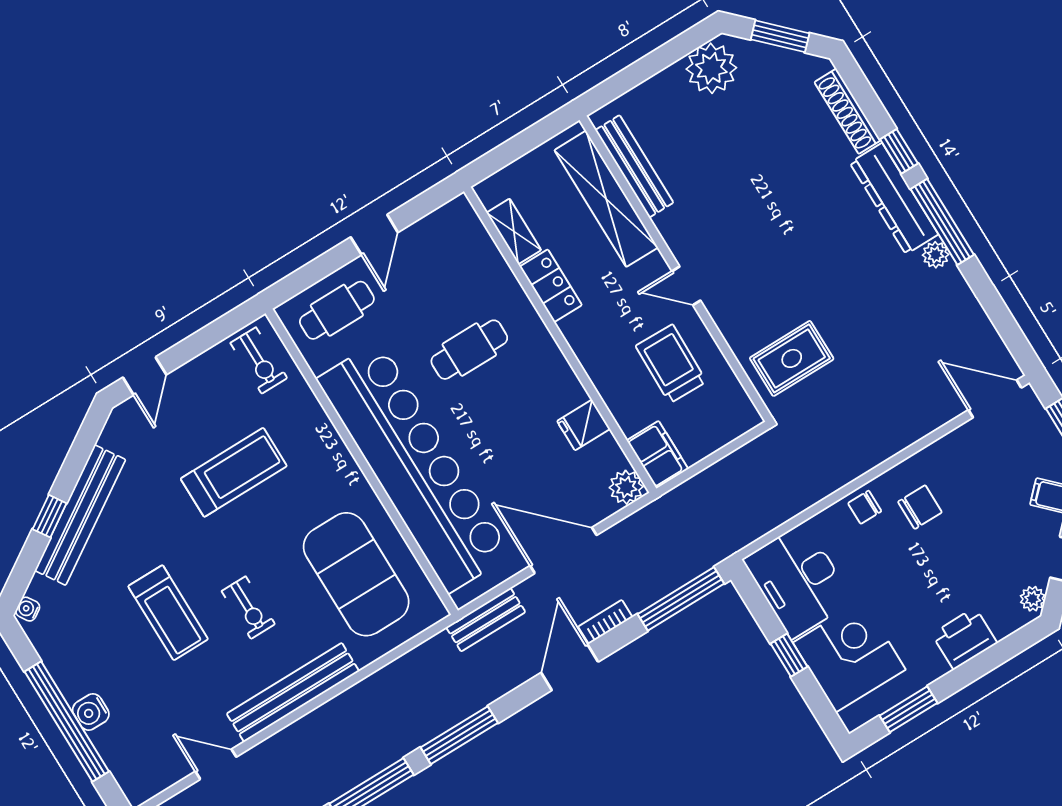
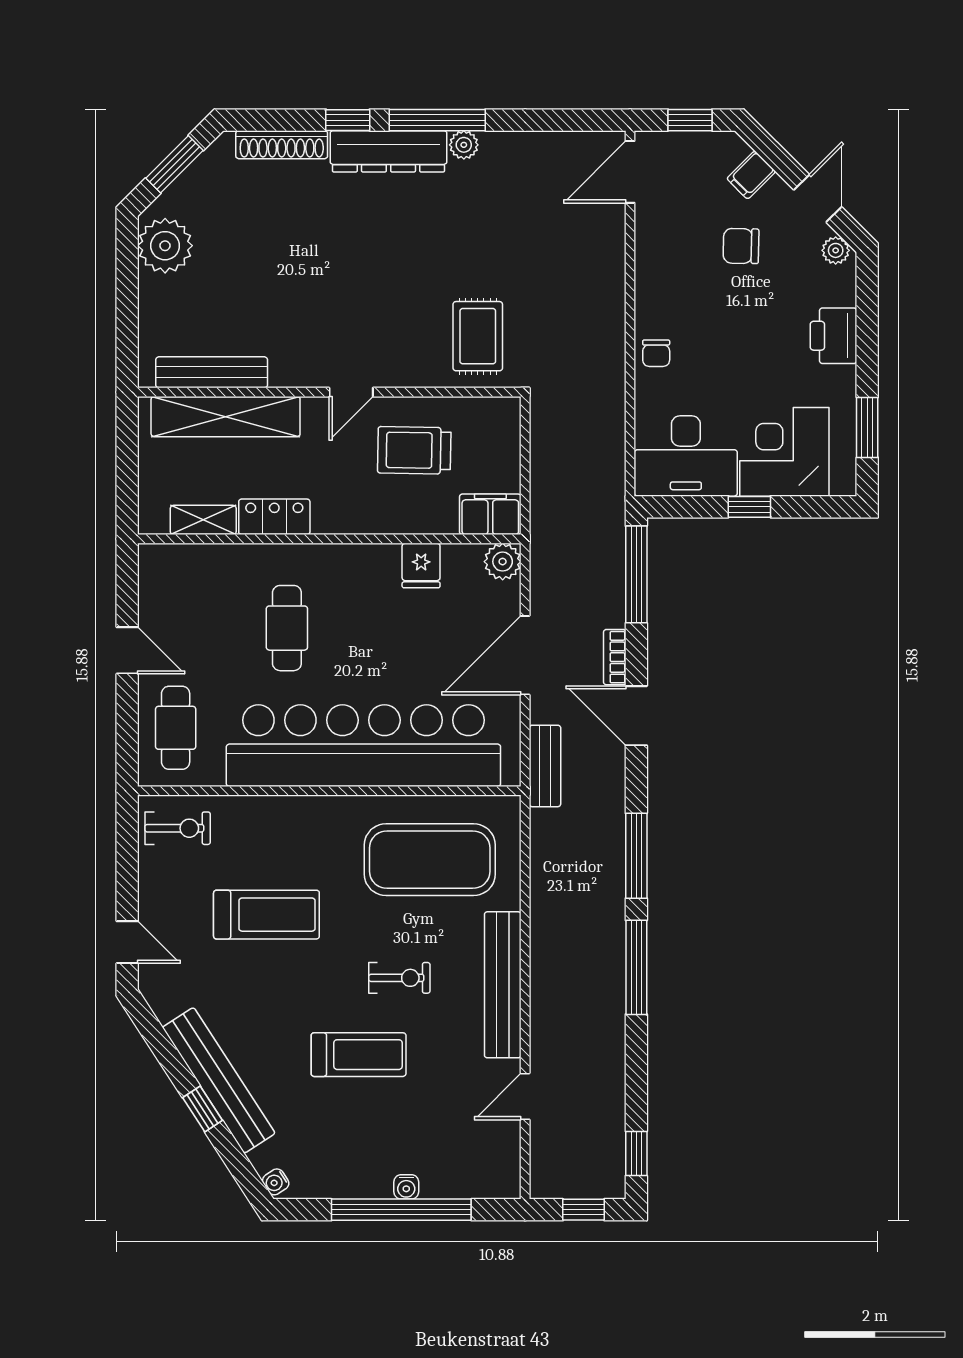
treadmill: (234, 472) -> (266, 915), turned 90
chair: (920, 507) -> (741, 246), moved, turned -89
water cooler: (91, 712) -> (406, 1187), width x0.72, depth x0.72

